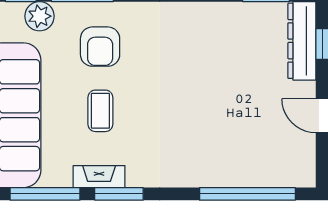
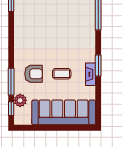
window: (45, 194) -> (98, 98), removed

